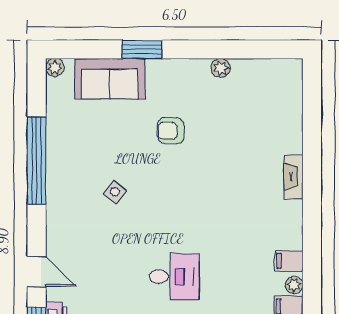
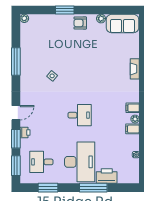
sofa: (110, 79) -> (122, 24), moved
armchair: (171, 131) -> (80, 23), moved
window: (37, 161) -> (16, 61), width x0.68
door: (37, 271) -> (16, 113), hinge flipped

